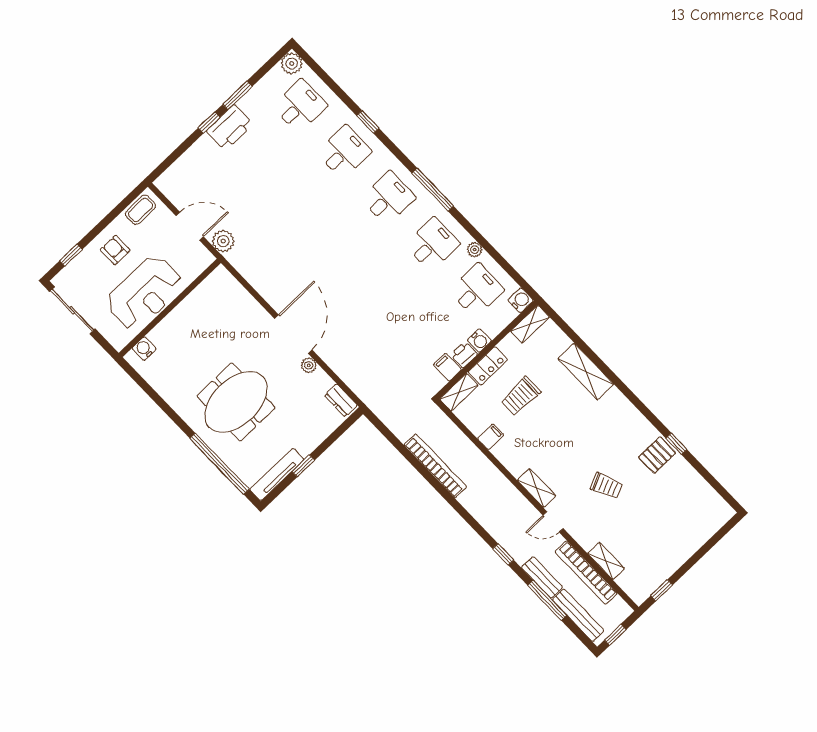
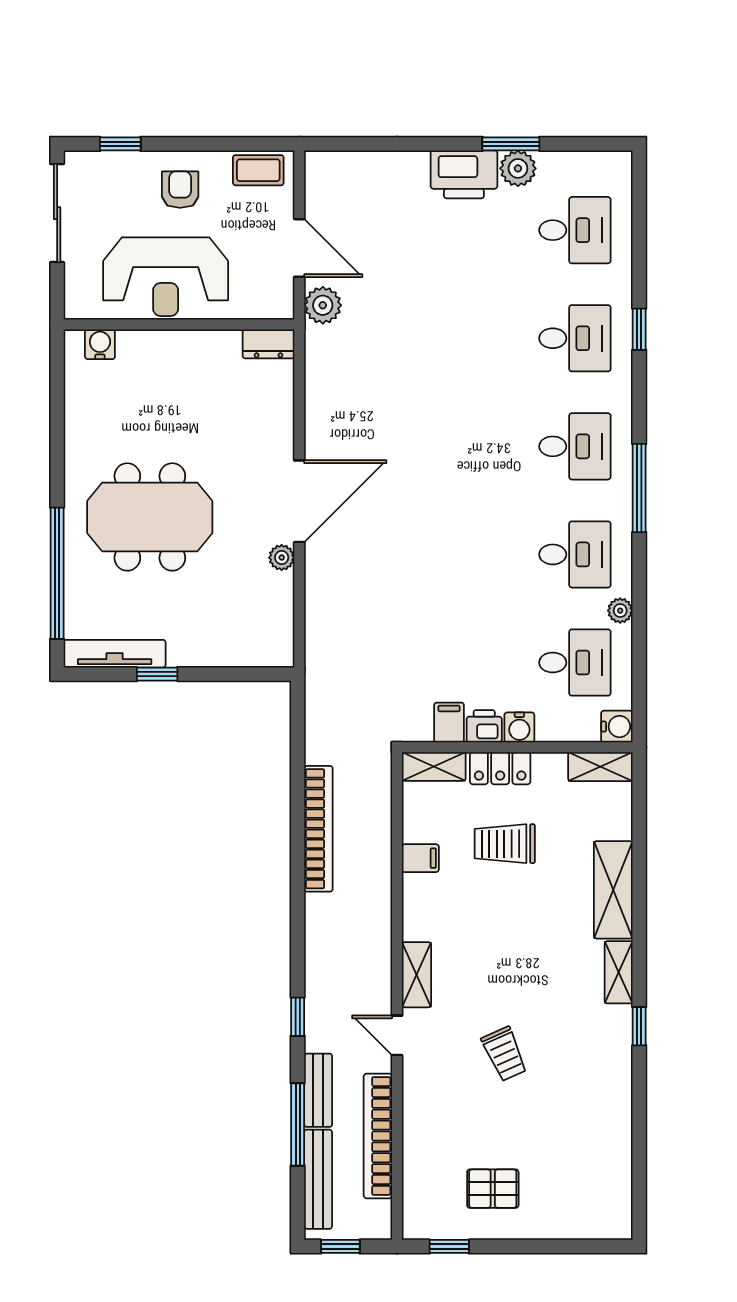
plant: (292, 63) -> (518, 168), moved
window: (209, 123) -> (444, 144), removed
dresser: (341, 400) -> (269, 344), moved, turned -90
window: (676, 444) -> (639, 1026), moved
pallet: (657, 455) -> (493, 1189), moved
shelving: (606, 561) -> (619, 972), moved

